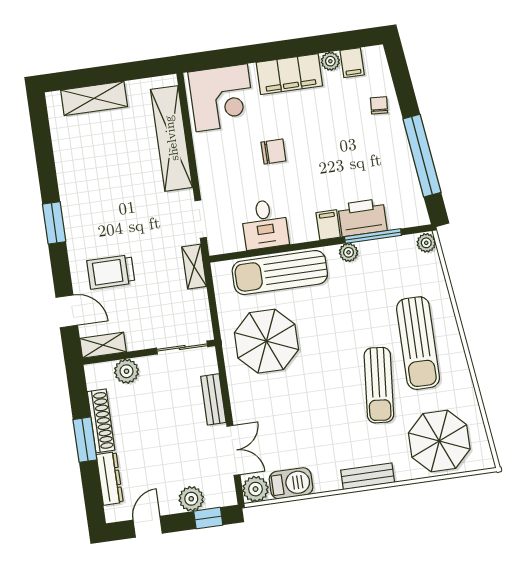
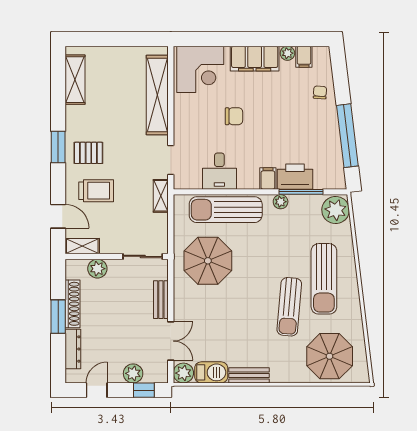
shelving: (94, 98) -> (75, 80), moved, turned 90
pallet: (94, 225) -> (88, 153), added
plant: (426, 243) -> (336, 210), width x1.87, depth x1.87
trolley: (111, 272) -> (96, 191), turned 180
bench: (368, 476) -> (249, 375), moved

